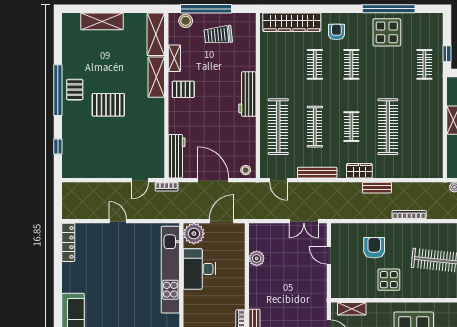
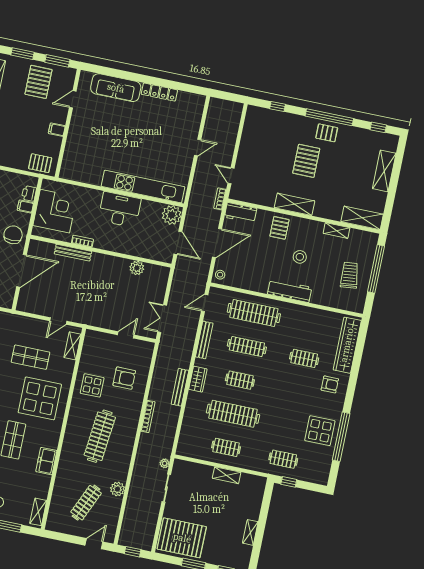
stool: (186, 21) -> (300, 257), moved
window: (58, 37) -> (378, 127), added
clothes rail: (351, 64) -> (226, 447), moved
shelving: (156, 77) -> (295, 204), moved
pallet: (183, 89) -> (279, 228), moved
workbench: (177, 156) -> (241, 213), width x0.73
bench: (377, 188) -> (180, 387), width x1.36
locker: (68, 242) -> (159, 92), moved
desk: (199, 269) -> (120, 210), moved

